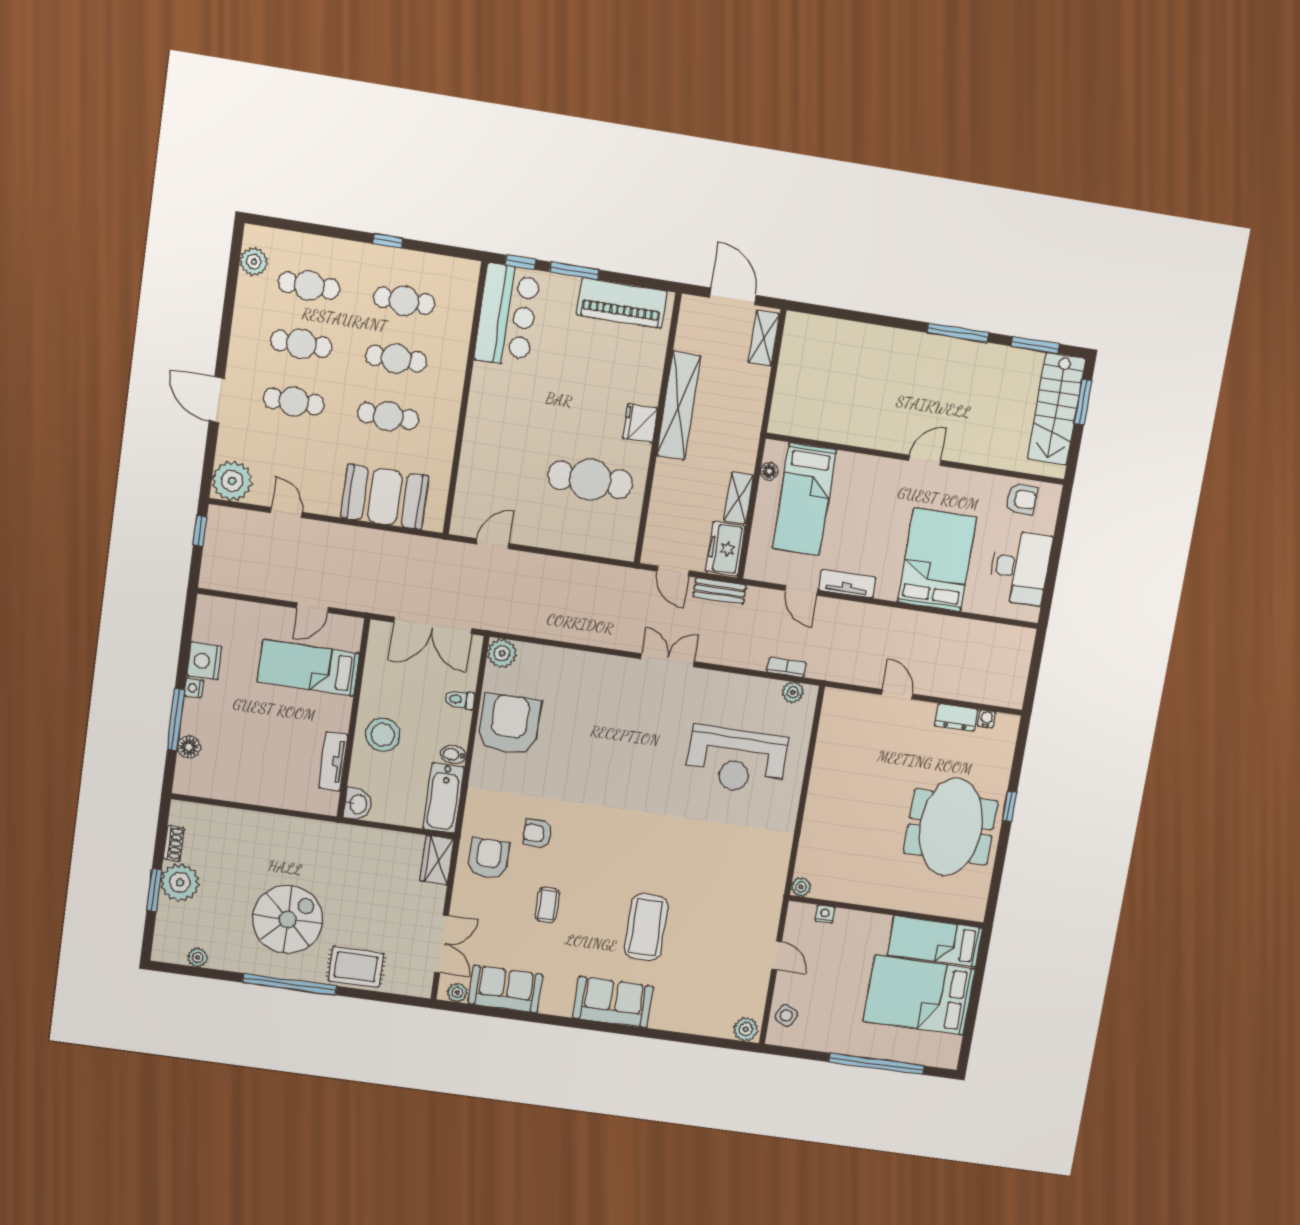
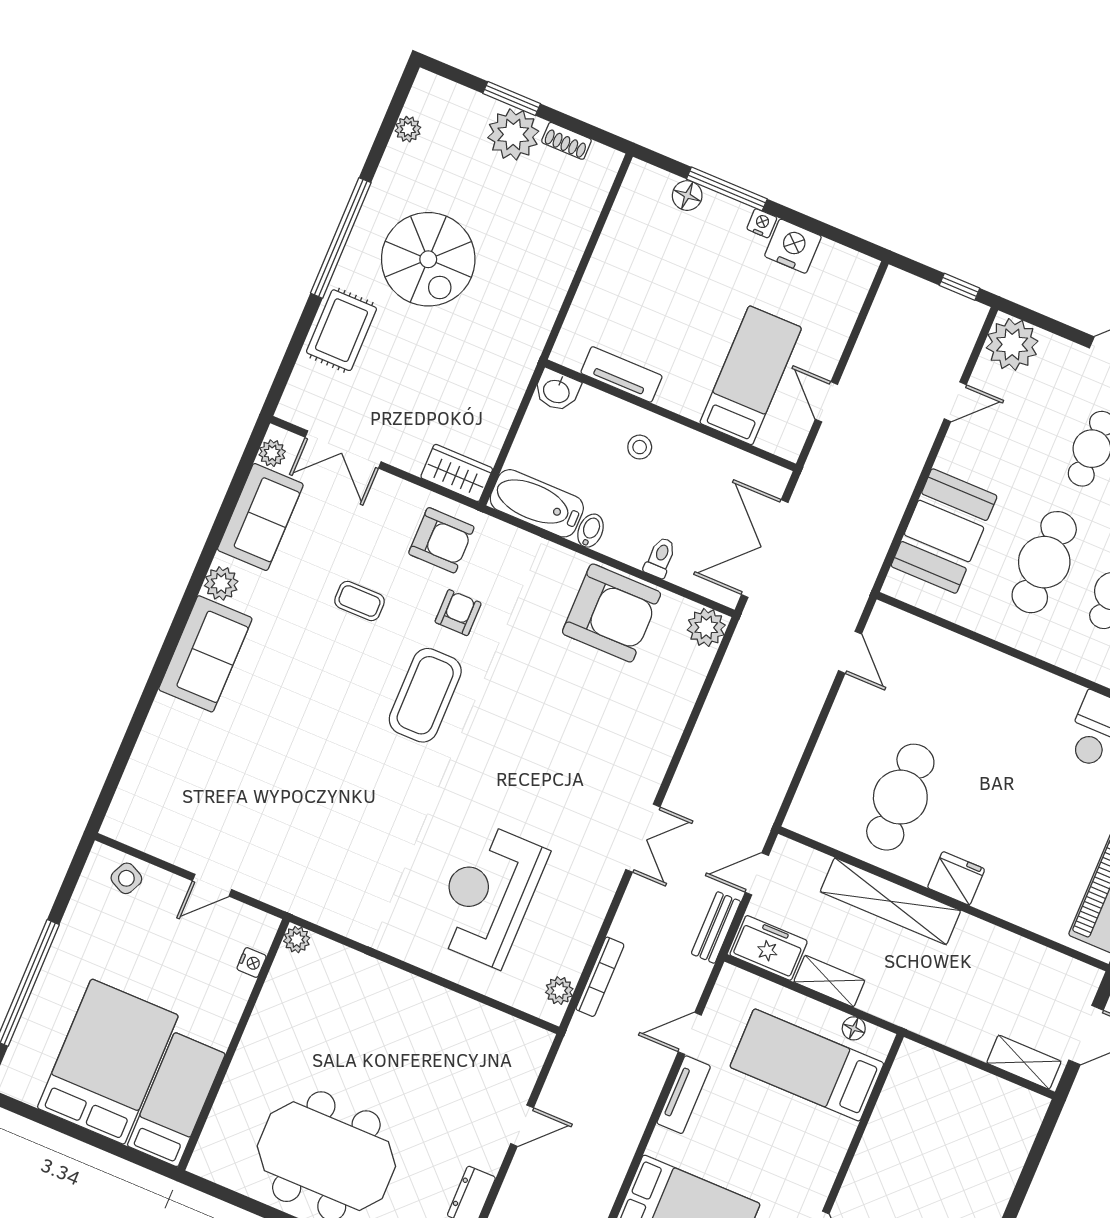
shelving: (679, 406) -> (890, 901), moved
cafe table: (388, 416) -> (1044, 562), width x1.37, depth x1.35
bookcase: (786, 667) -> (600, 977), width x1.56
stool: (383, 735) -> (640, 447), width x0.53, depth x0.53
coffee table: (646, 927) -> (425, 695), moved, turned 90
plant: (746, 1029) -> (221, 583), moved

